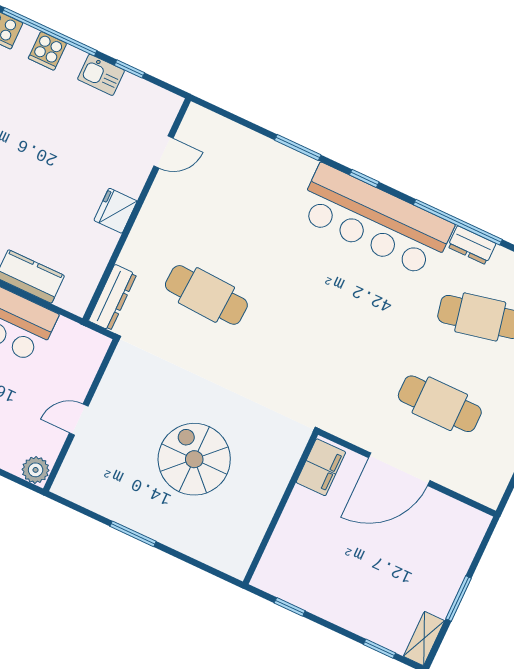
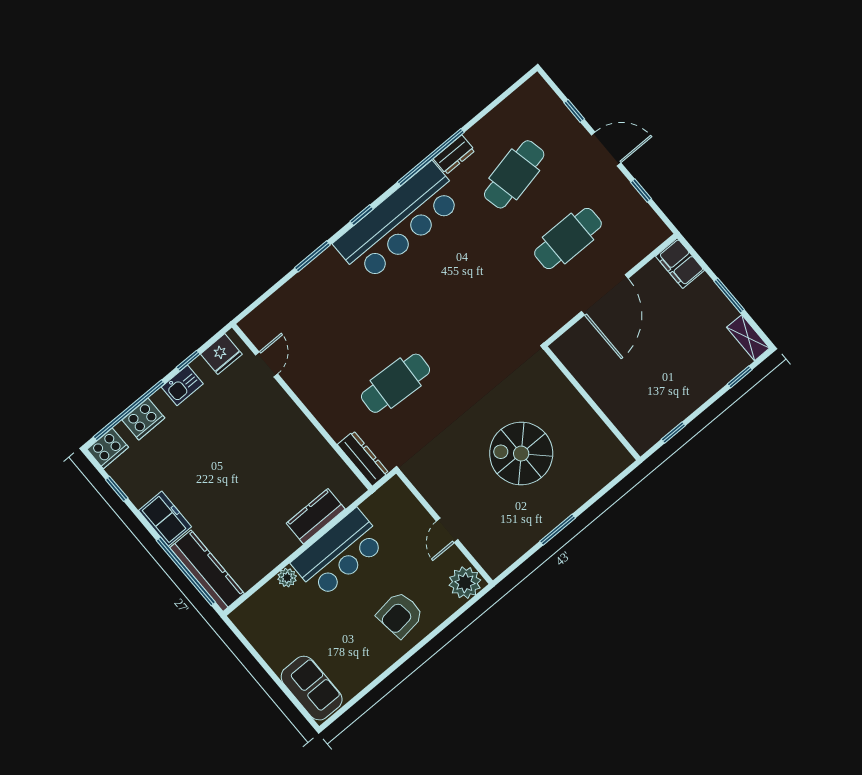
cooker: (47, 51) -> (143, 419), width x1.36
fridge: (115, 211) -> (221, 354), moved, turned -90
filing cabinet: (321, 467) -> (680, 263), moved, turned 180
plant: (36, 470) -> (465, 583), width x1.36, depth x1.36

